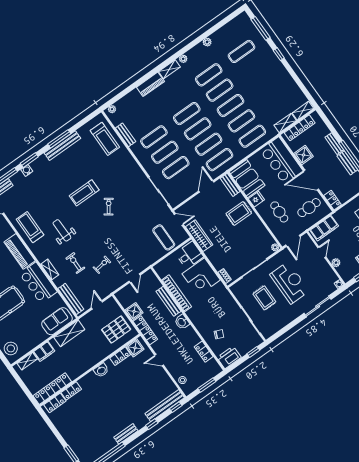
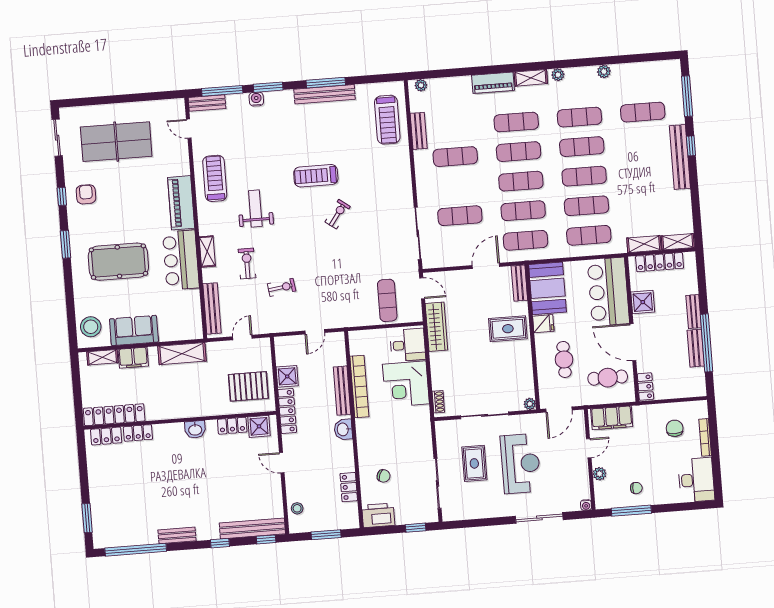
bench: (276, 64) -> (680, 157), added
exercise mat: (165, 152) -> (516, 122), moved
sofa: (57, 321) -> (134, 330), moved

